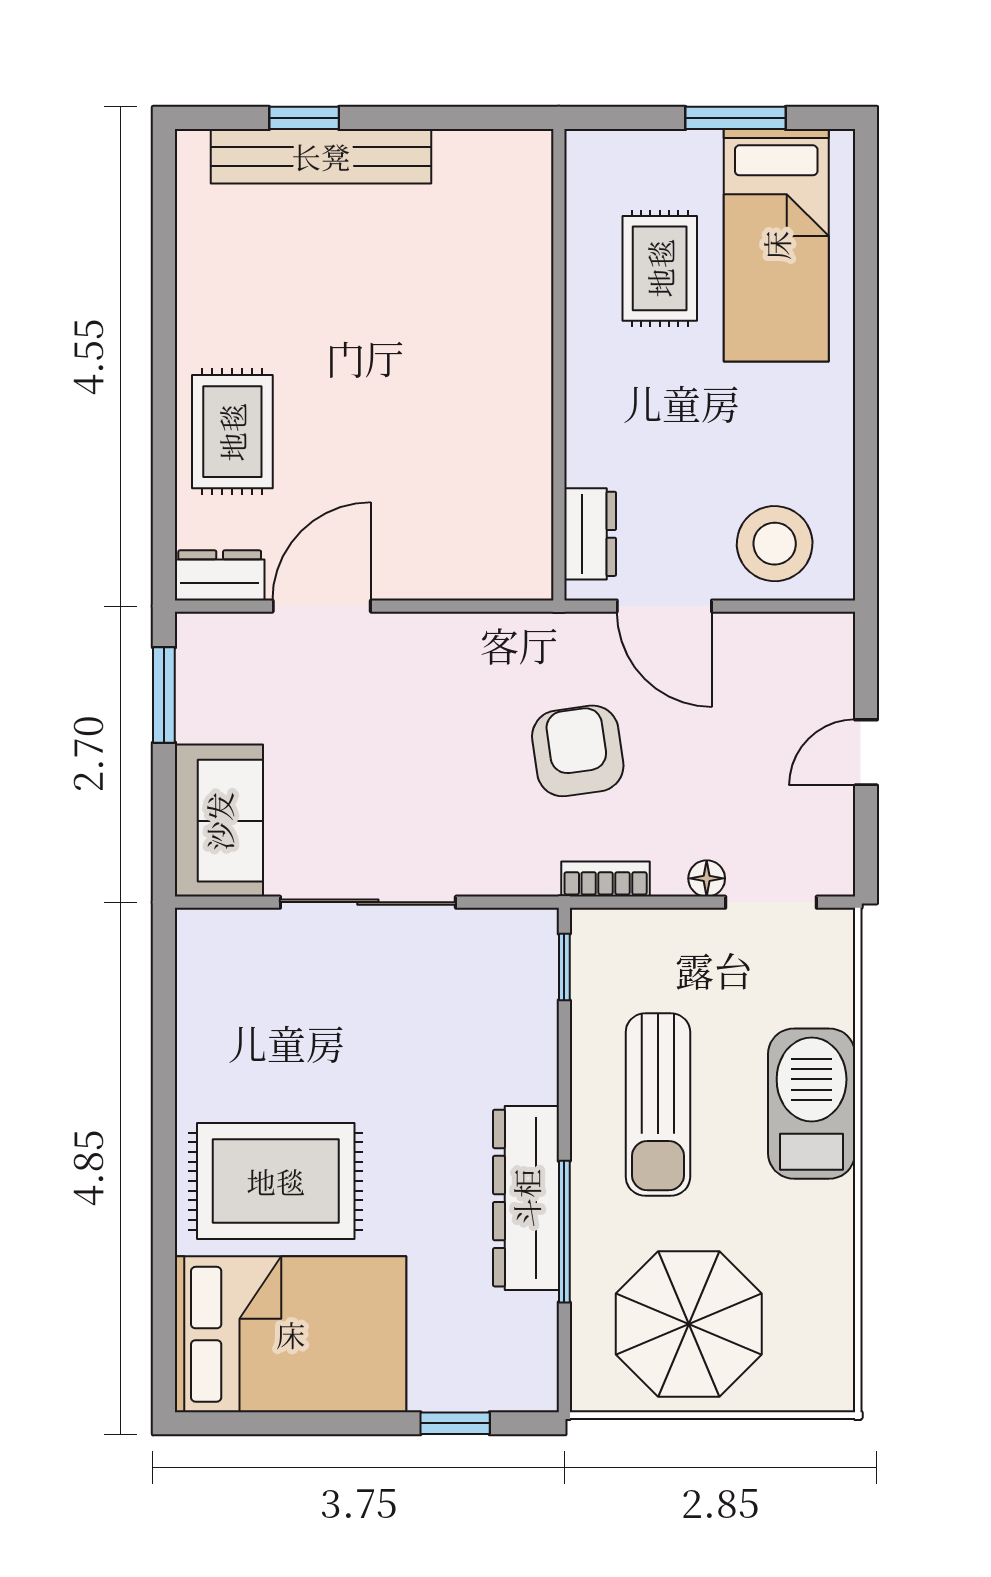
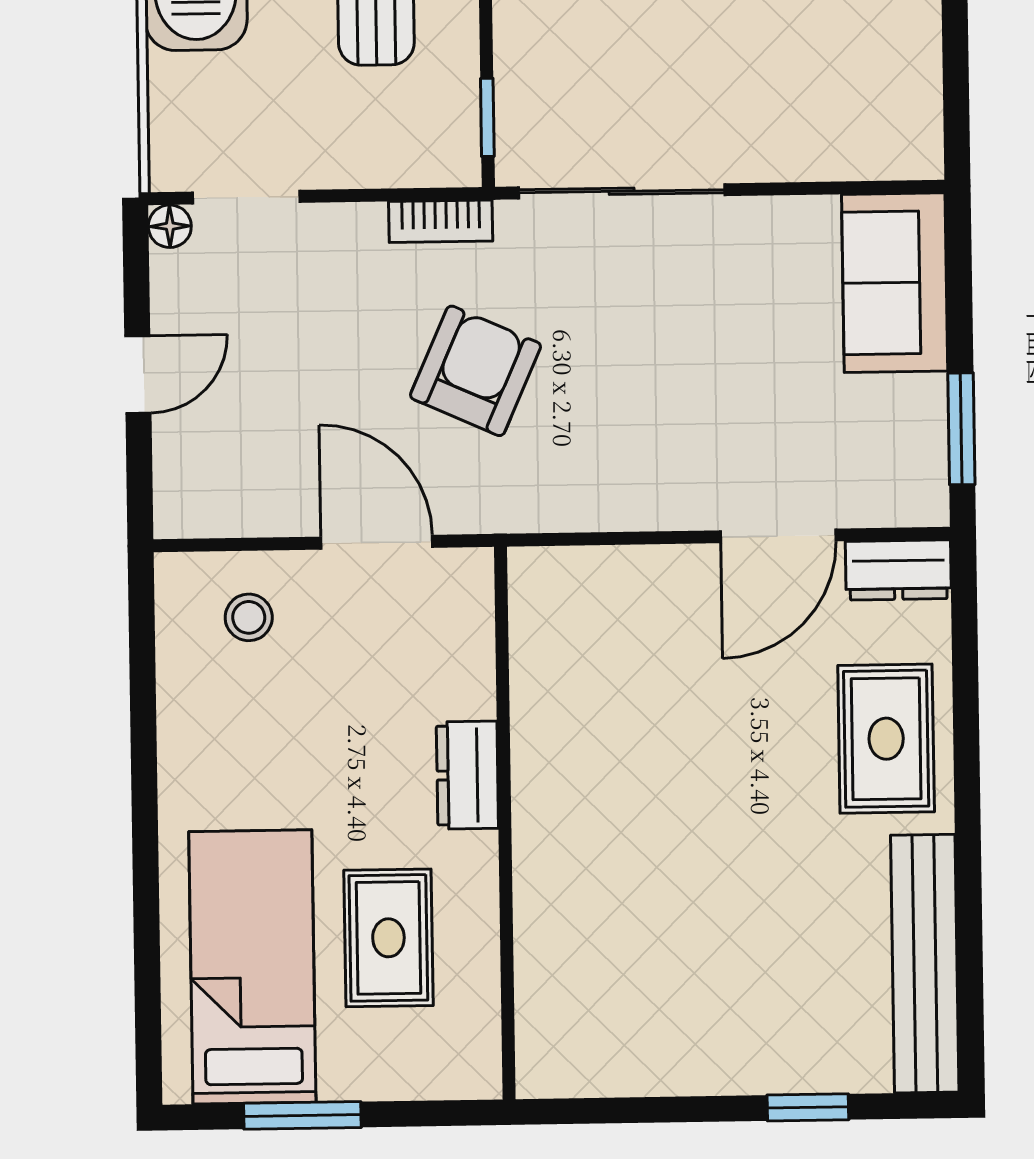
bench: (321, 156) -> (925, 964), moved, turned 90
dresser: (590, 534) -> (467, 775), moved
stool: (775, 544) -> (249, 617), width x0.53, depth x0.53
armchair: (578, 751) -> (476, 371), turned -148
floor lamp: (707, 878) -> (170, 226), moved
sliding door: (368, 902) -> (622, 191), moved

